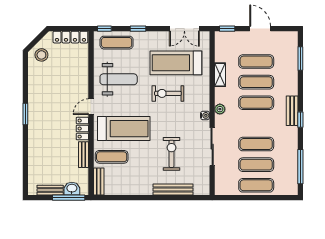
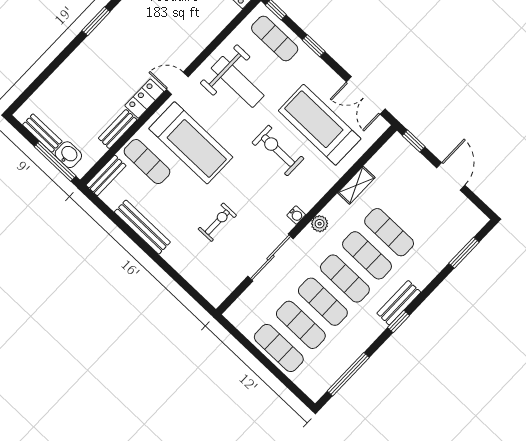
exercise mat: (256, 62) -> (345, 279), moved
exercise bike: (171, 154) -> (217, 222), width x0.73, depth x0.72
bench: (173, 189) -> (142, 227), moved

